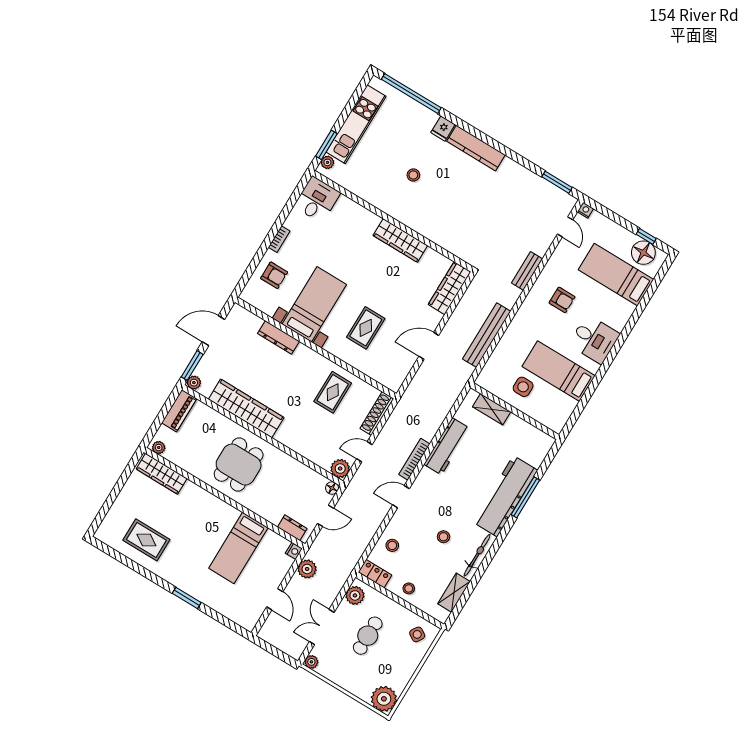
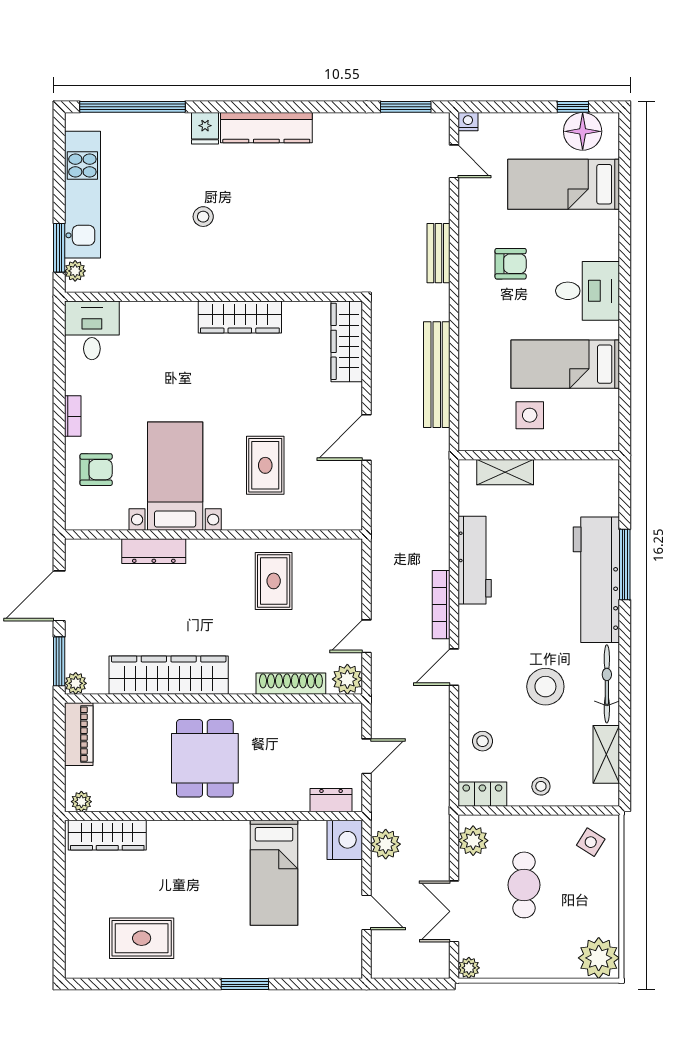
shoe rack: (377, 413) -> (291, 684), moved, turned 90
floor lamp: (332, 488) -> (352, 713), removed
stool: (443, 537) -> (545, 687), width x1.89, depth x1.89
nightstand: (294, 551) -> (345, 840), width x1.89, depth x1.79

